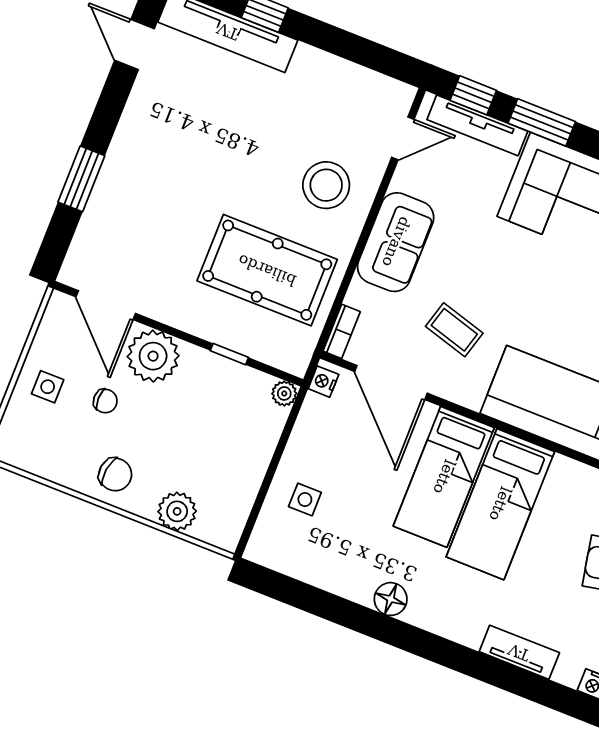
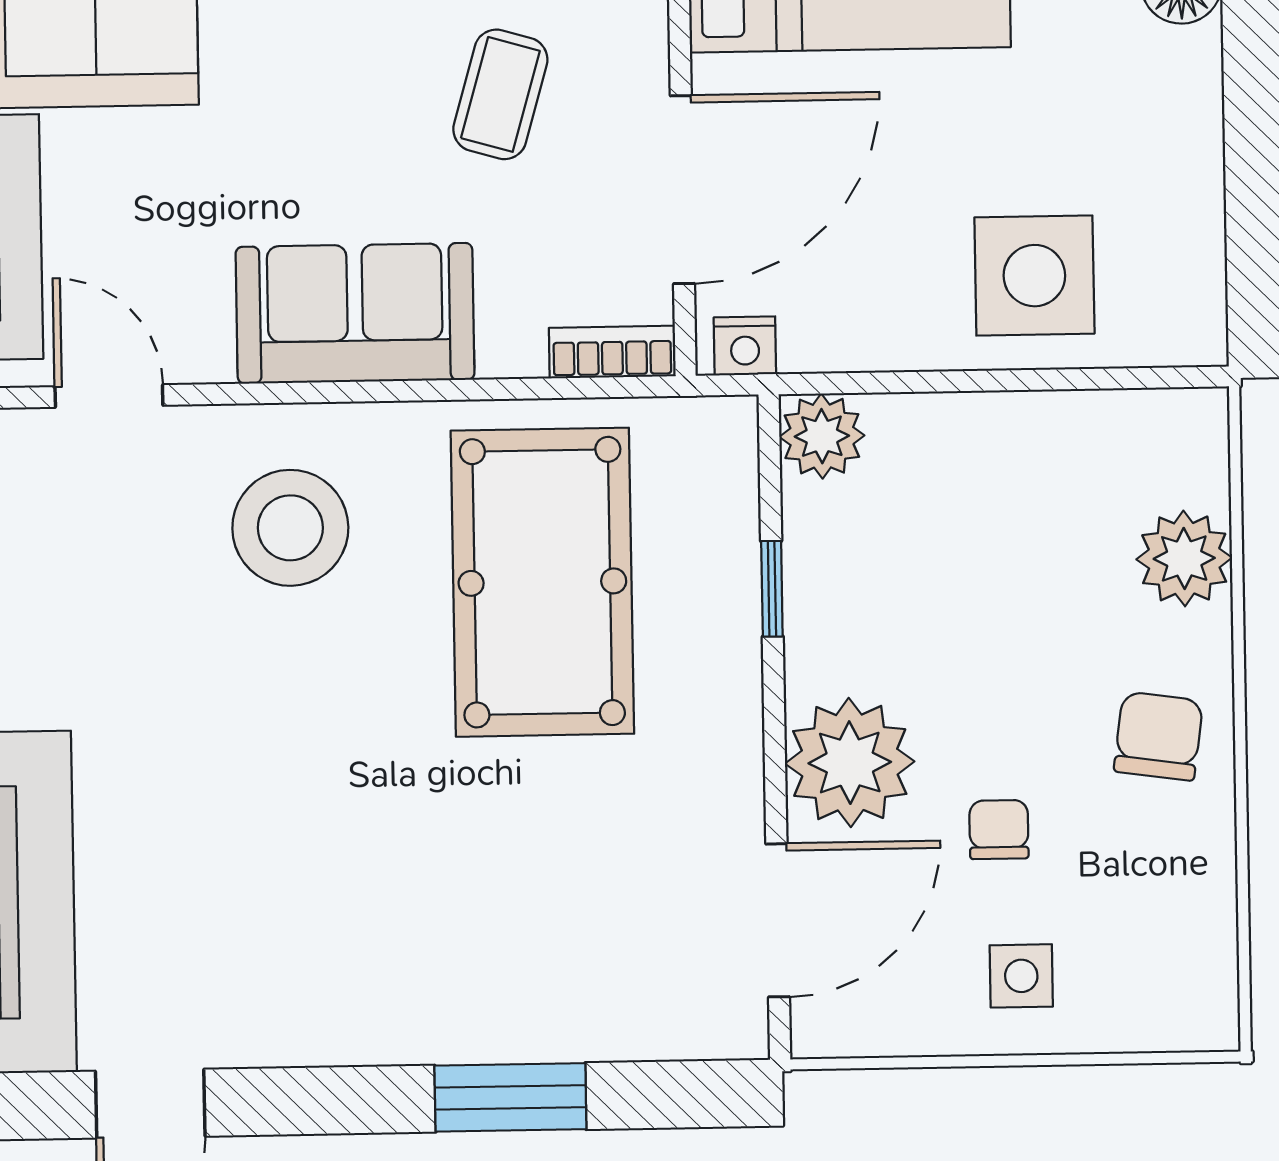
plant: (284, 393) -> (822, 436), width x1.38, depth x1.38
side table: (305, 500) -> (1034, 276), width x1.87, depth x1.87

